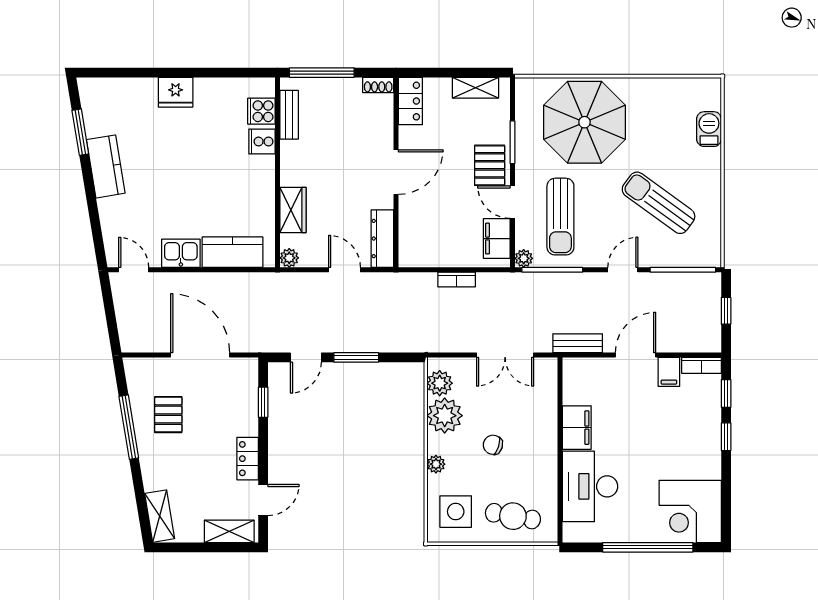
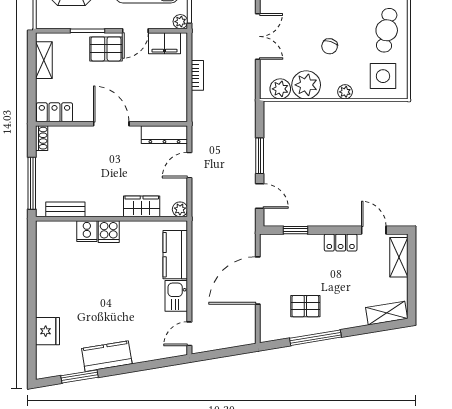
fridge: (176, 92) -> (47, 331), moved
cooker: (261, 111) -> (109, 232), moved

